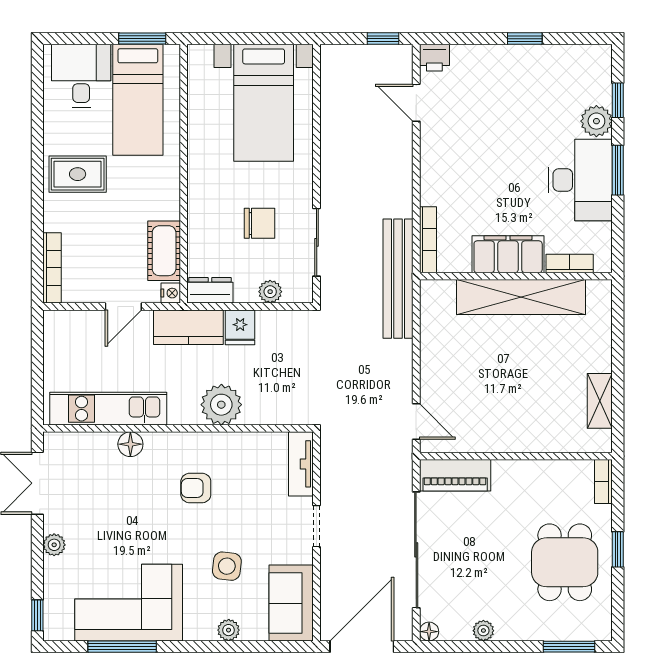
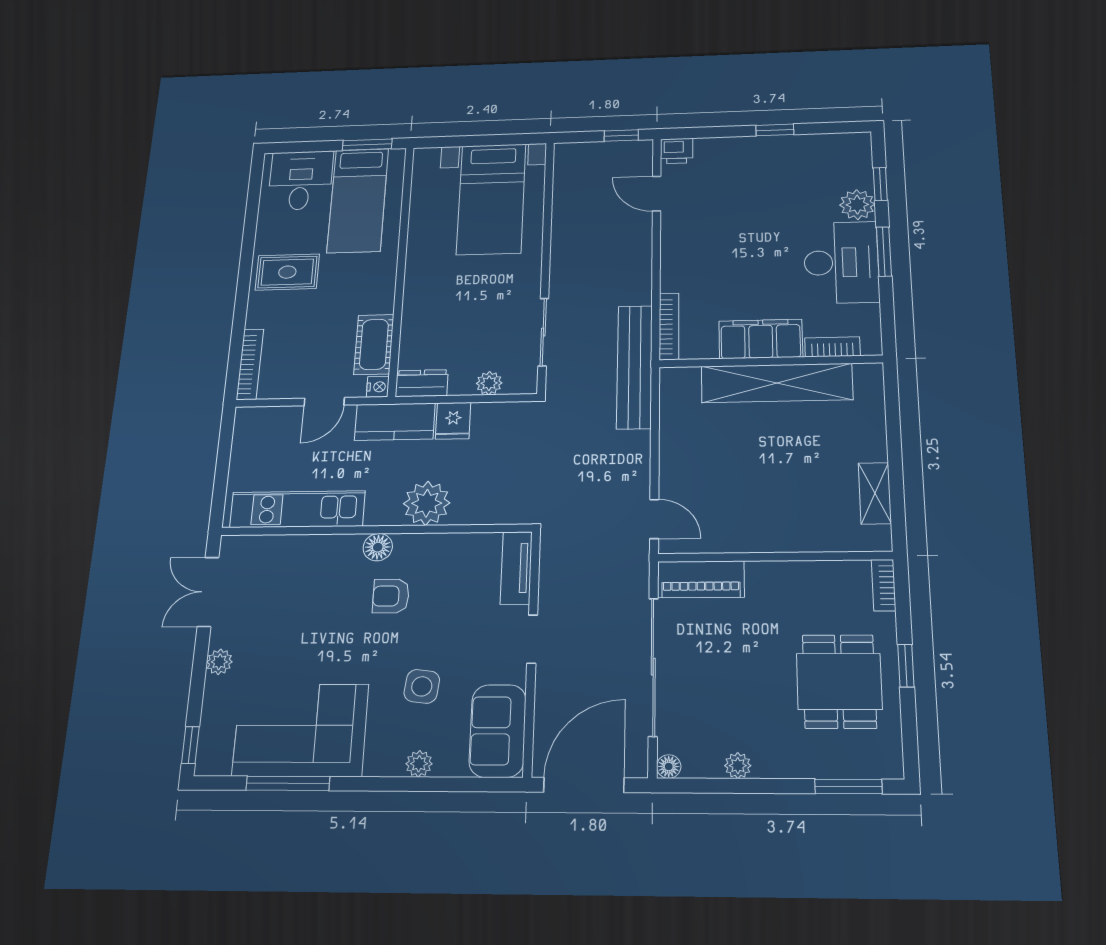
chair: (260, 223) -> (481, 315), removed
floor lamp: (130, 444) -> (378, 547), moved

